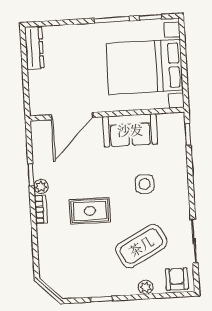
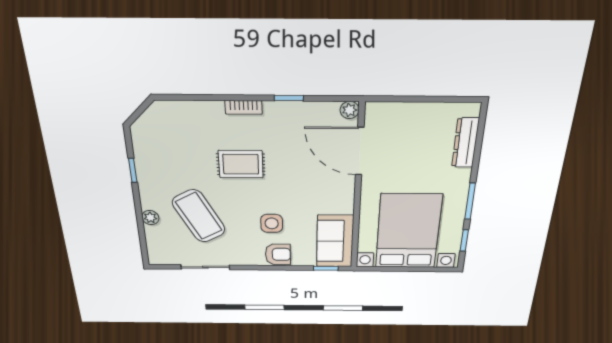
dresser: (34, 48) -> (465, 143), moved, turned 90
sofa: (130, 130) -> (335, 241), moved
plant: (41, 186) -> (350, 110), moved
rug: (90, 211) -> (241, 164), turned 90
armchair: (177, 279) -> (278, 254), moved

